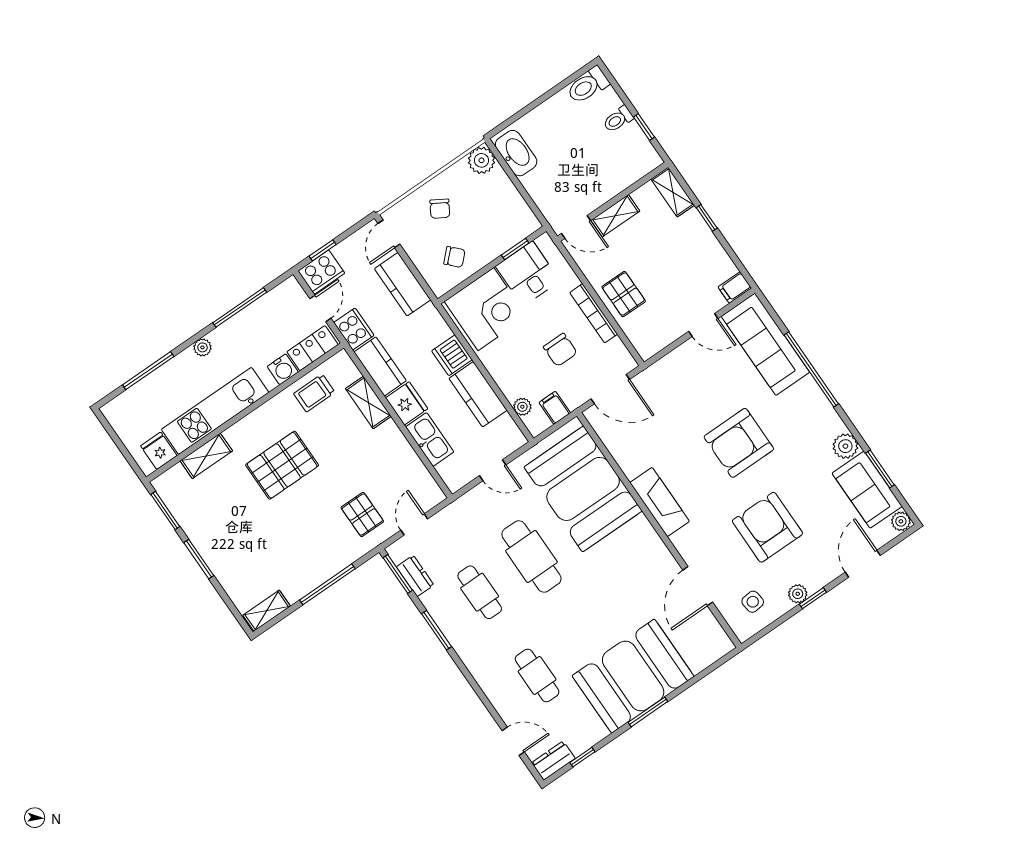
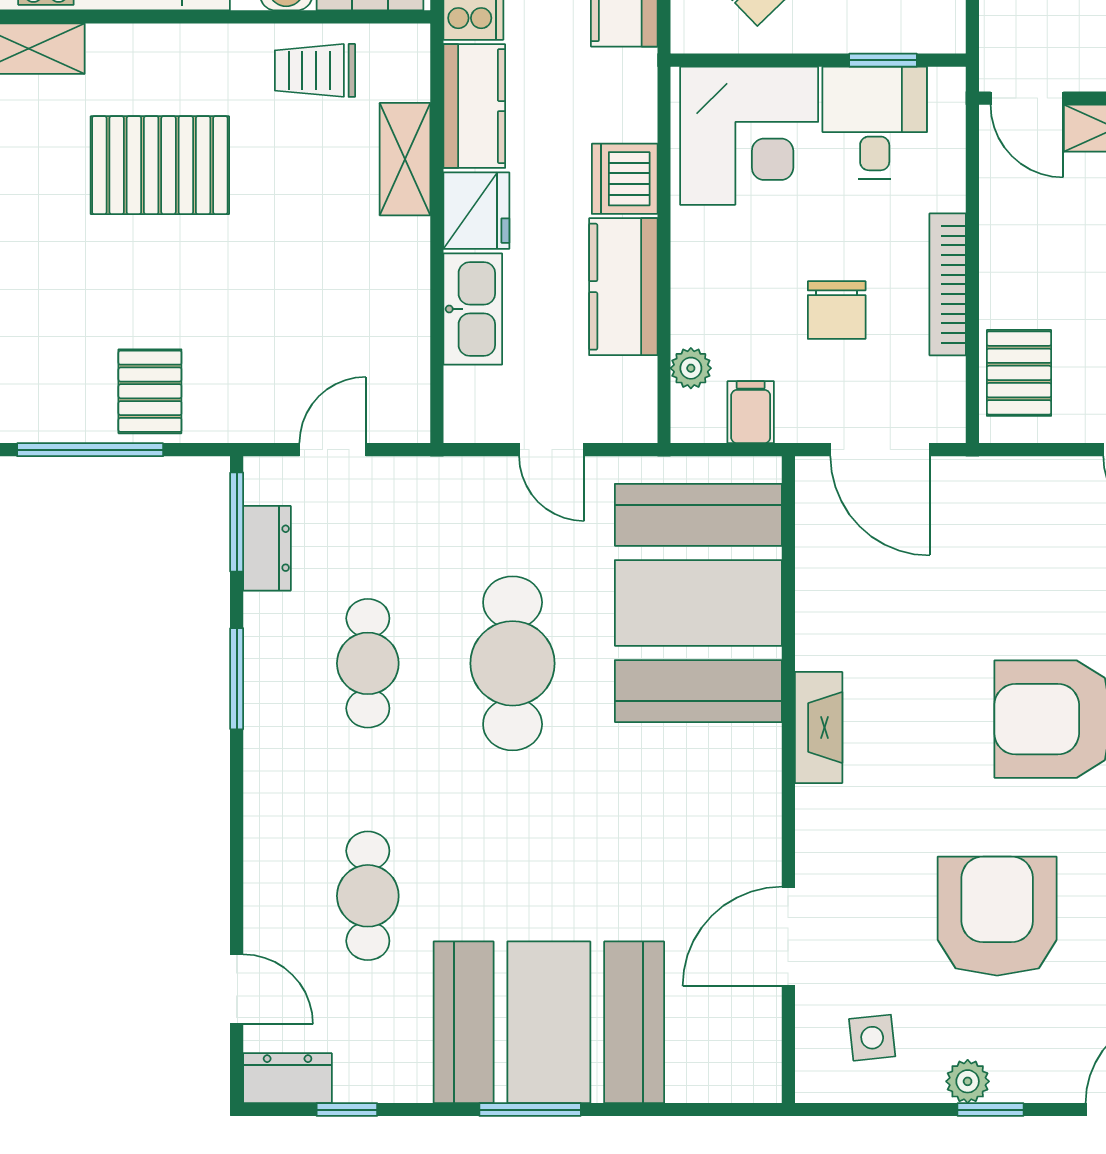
pallet: (624, 294) -> (1019, 373), moved
fireplace: (660, 502) -> (819, 727), width x0.73, depth x0.76
pallet: (362, 515) -> (150, 391), moved

